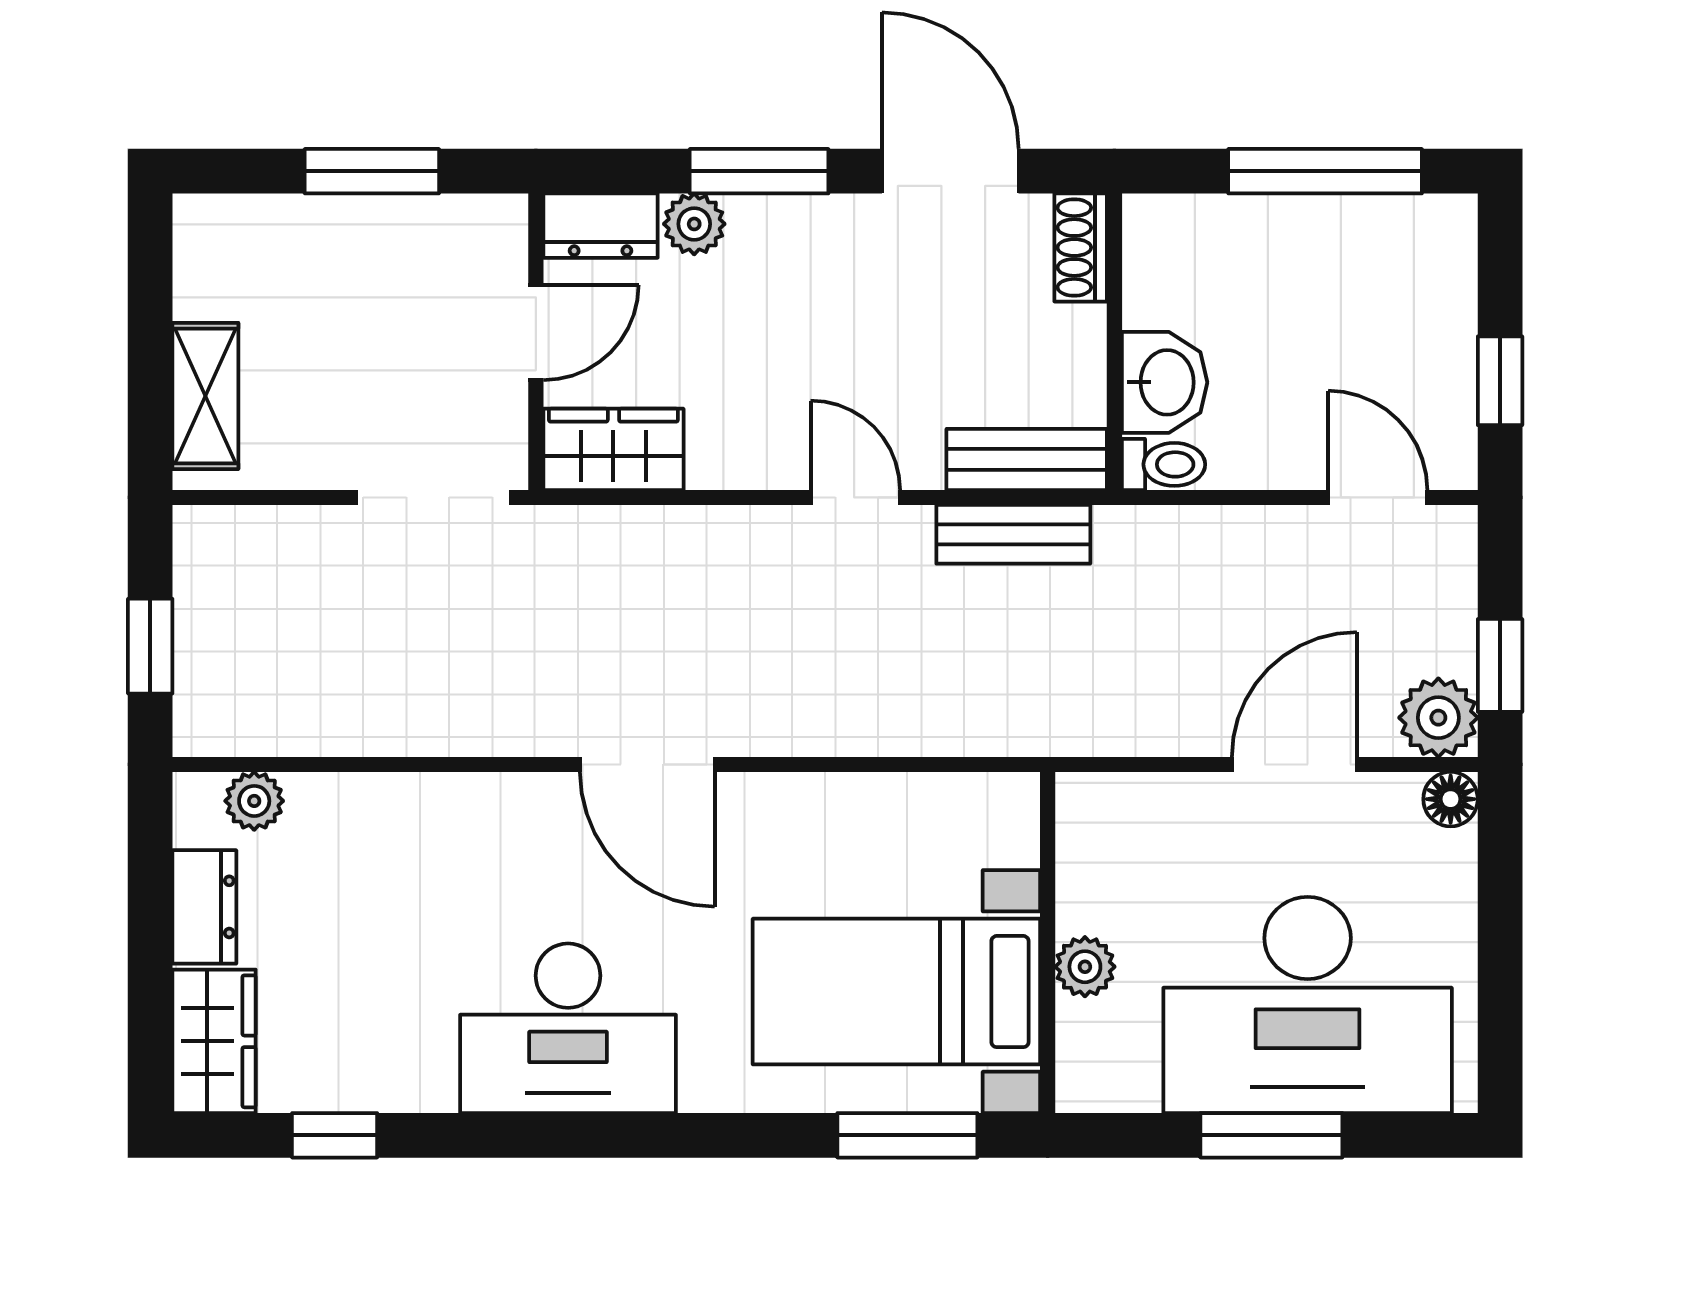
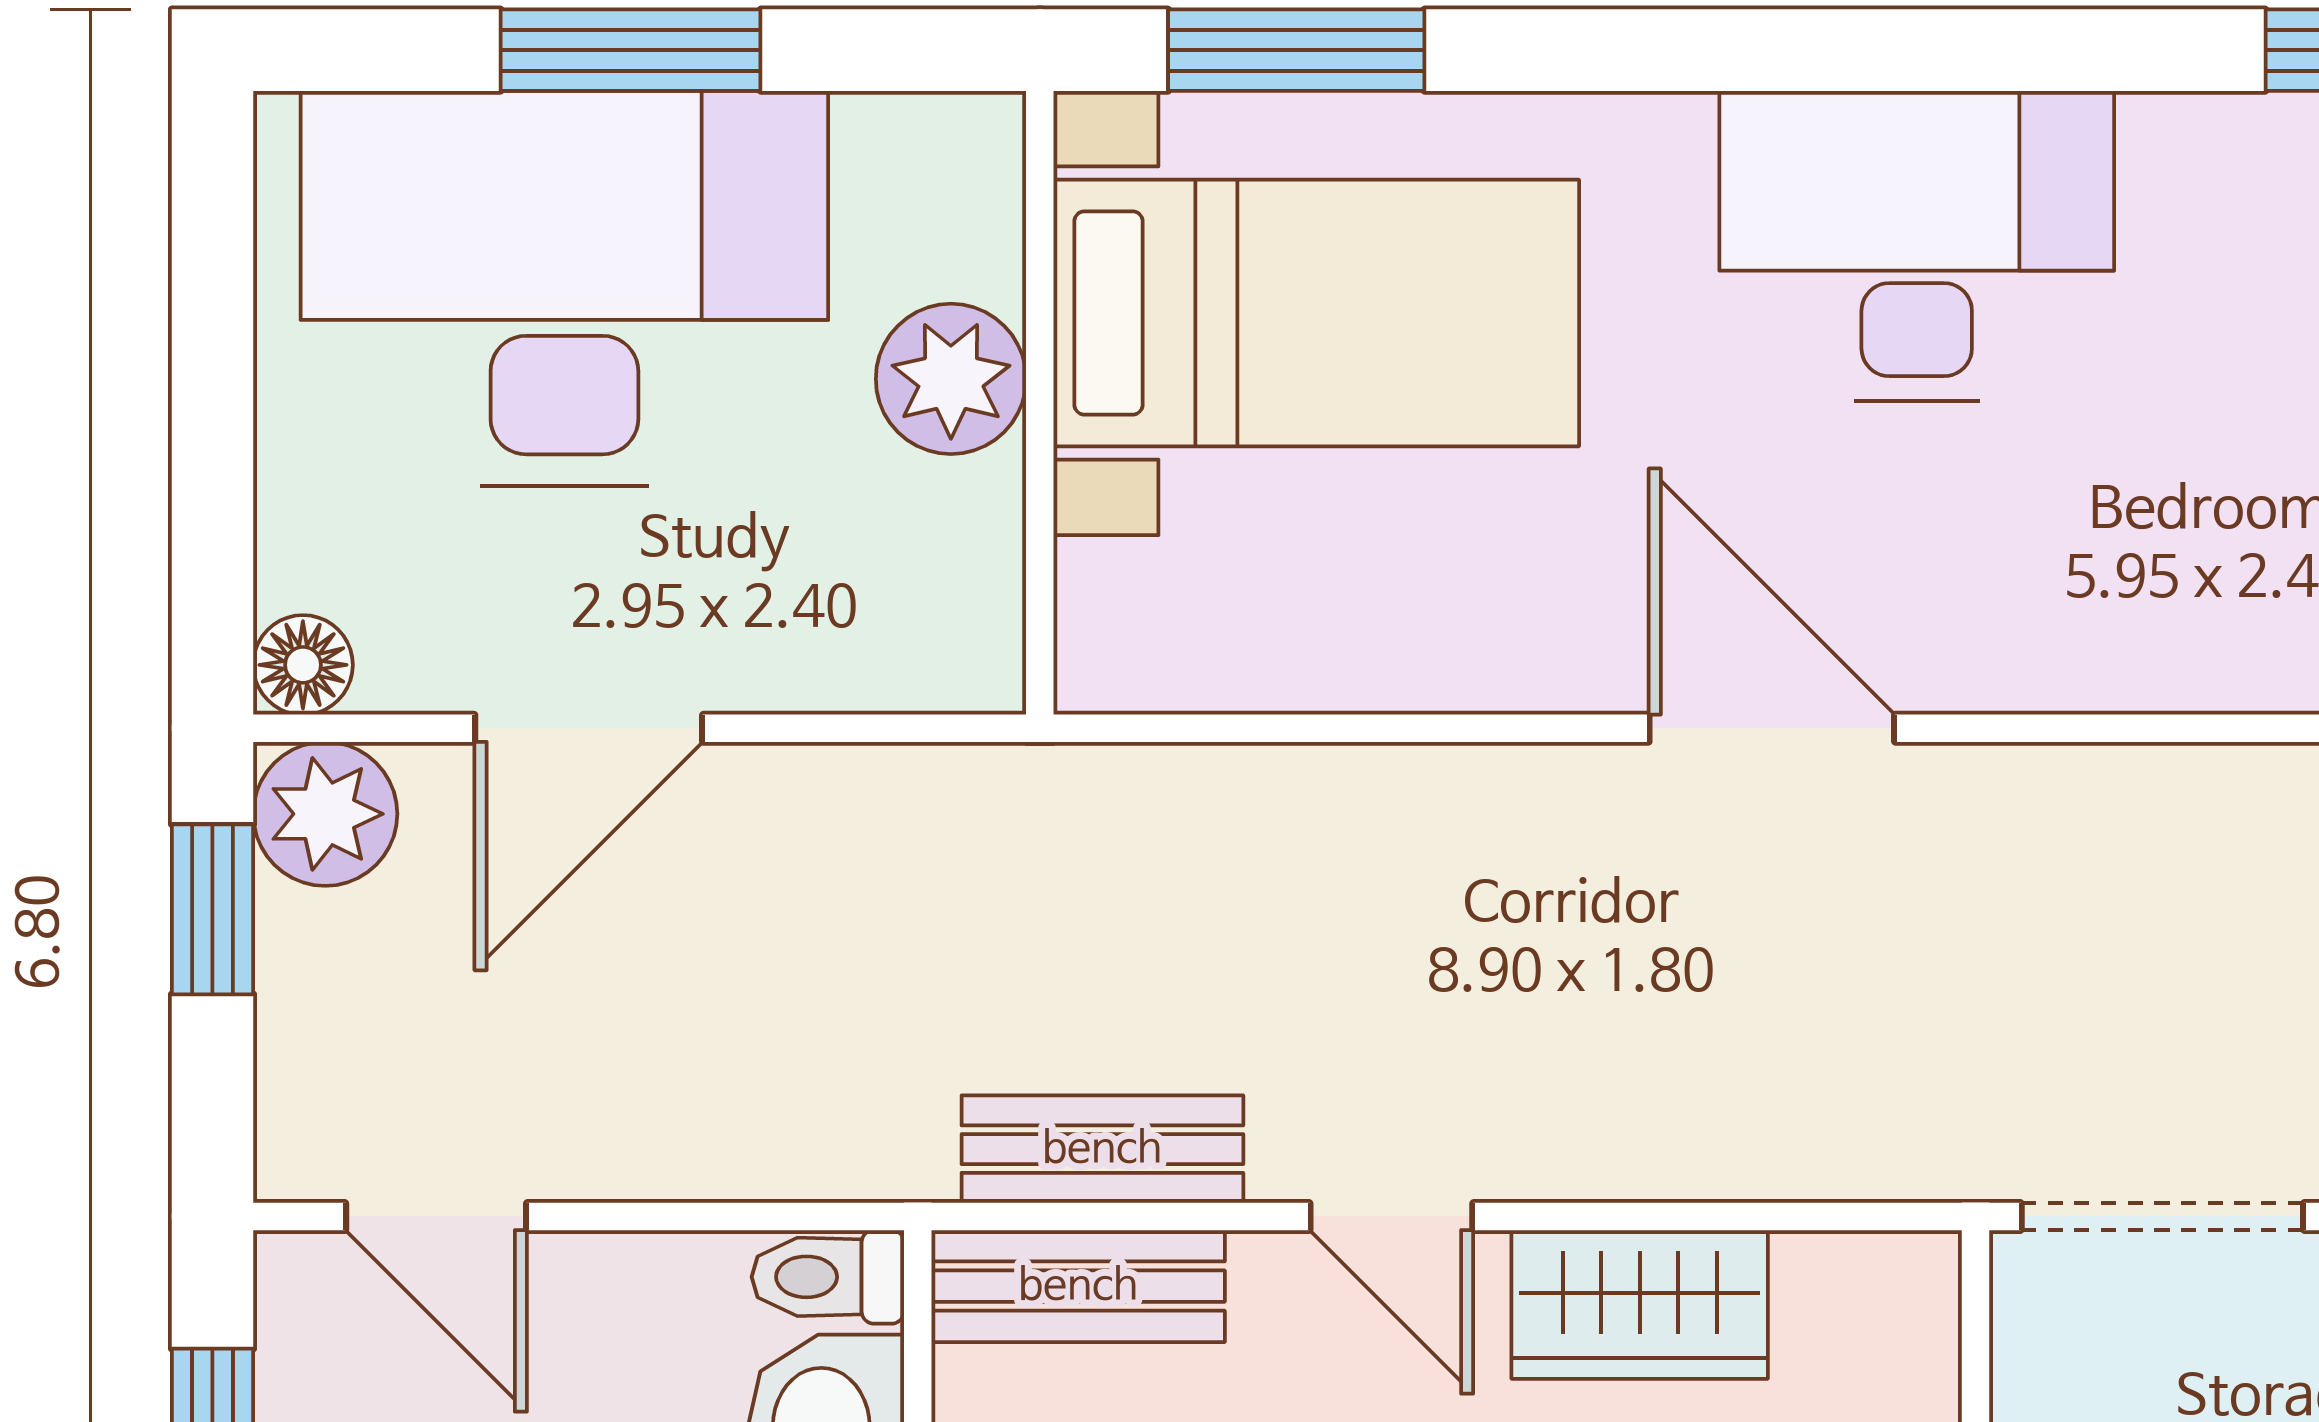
wardrobe: (613, 449) -> (1640, 1304), moved
plant: (1085, 967) -> (951, 379), width x1.38, depth x1.38

